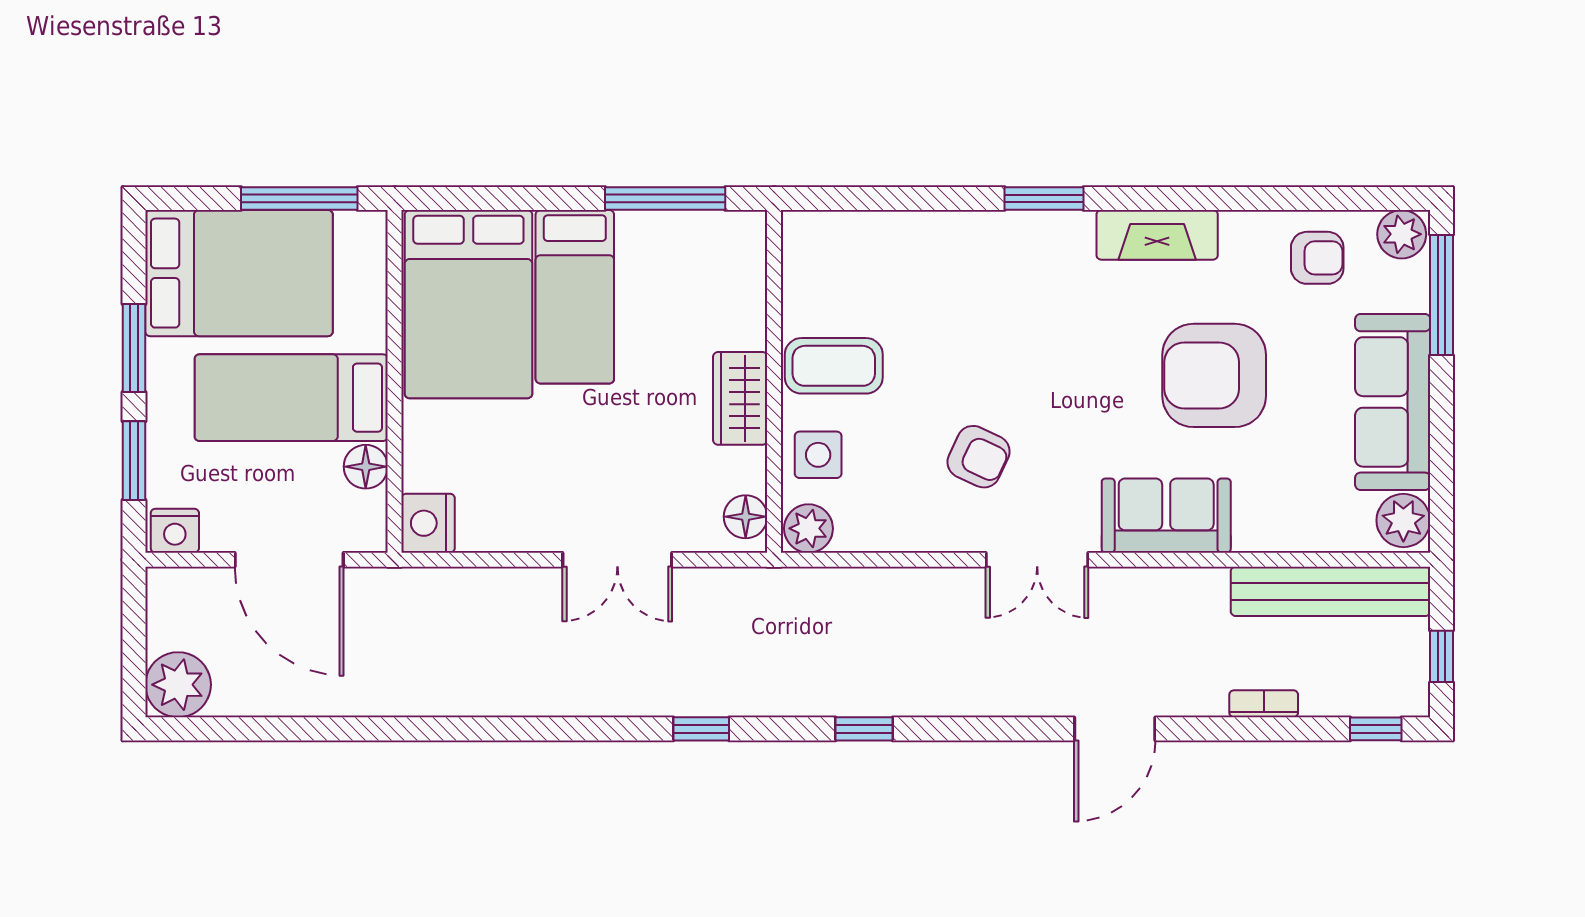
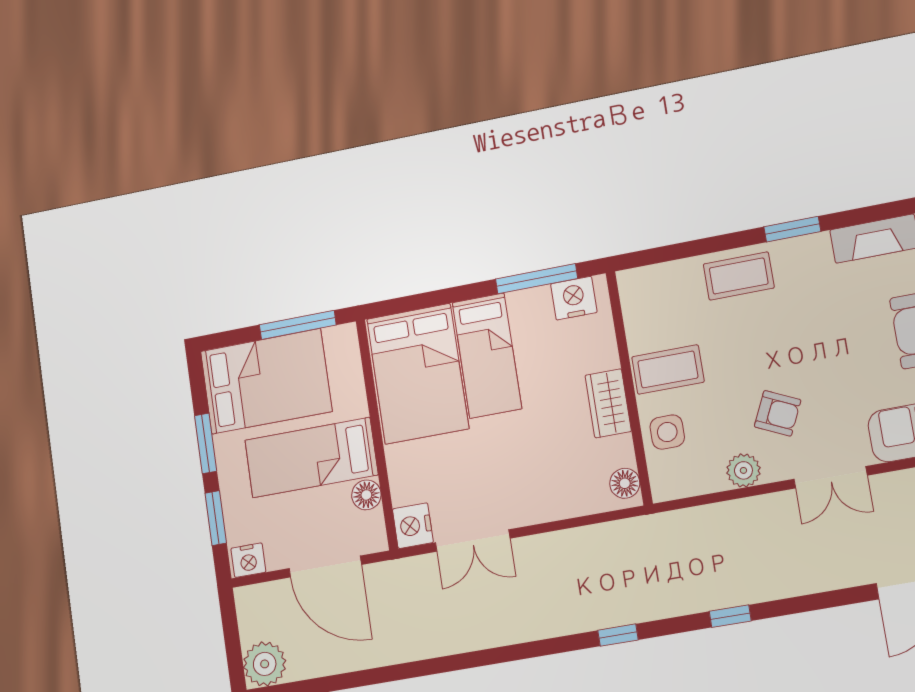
nightstand: (715, 237) -> (574, 298), added
coffee table: (957, 251) -> (739, 276), added
plant: (808, 528) -> (743, 470), moved
double door: (617, 560) -> (473, 540), moved

